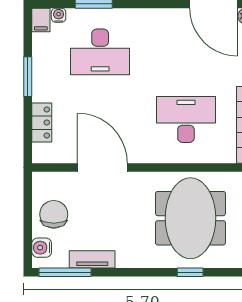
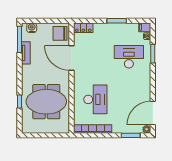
desk: (100, 52) -> (129, 57), turned 90
locker: (42, 123) -> (83, 28), moved
door: (102, 167) -> (71, 58), swing flipped
chair: (54, 214) -> (60, 33), moved, turned 180

